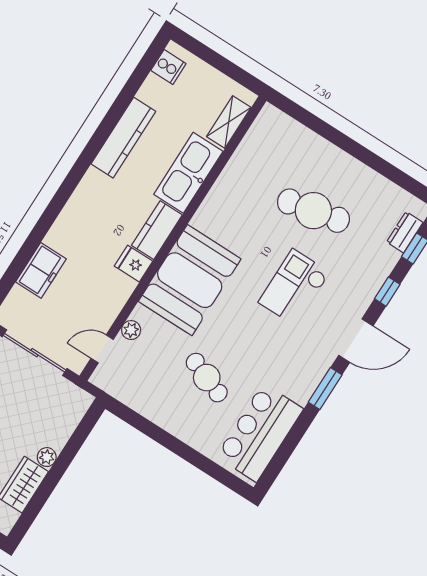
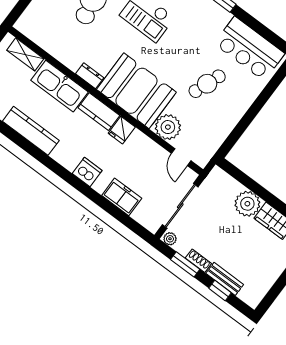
dresser: (206, 214) -> (90, 76), added
dishwasher: (72, 220) -> (87, 172), added
plant: (131, 330) -> (168, 127), width x1.88, depth x1.88
plant: (47, 457) -> (247, 204), width x1.87, depth x1.87

